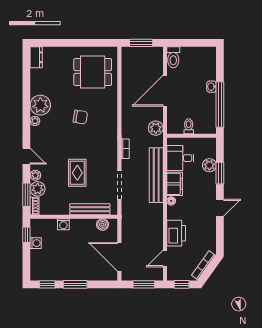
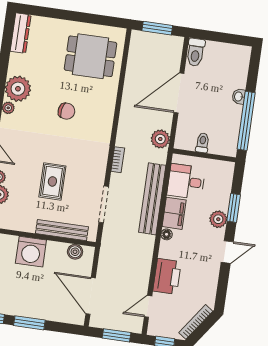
dresser: (36, 57) -> (21, 33), width x1.44
plant: (209, 165) -> (218, 219), moved
washing machine: (63, 224) -> (31, 252), width x1.89, depth x1.89

